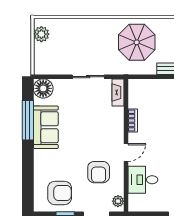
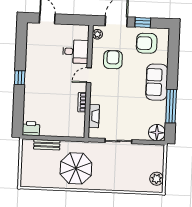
fireplace: (118, 92) -> (94, 116), moved
sofa: (46, 127) -> (157, 82), moved

